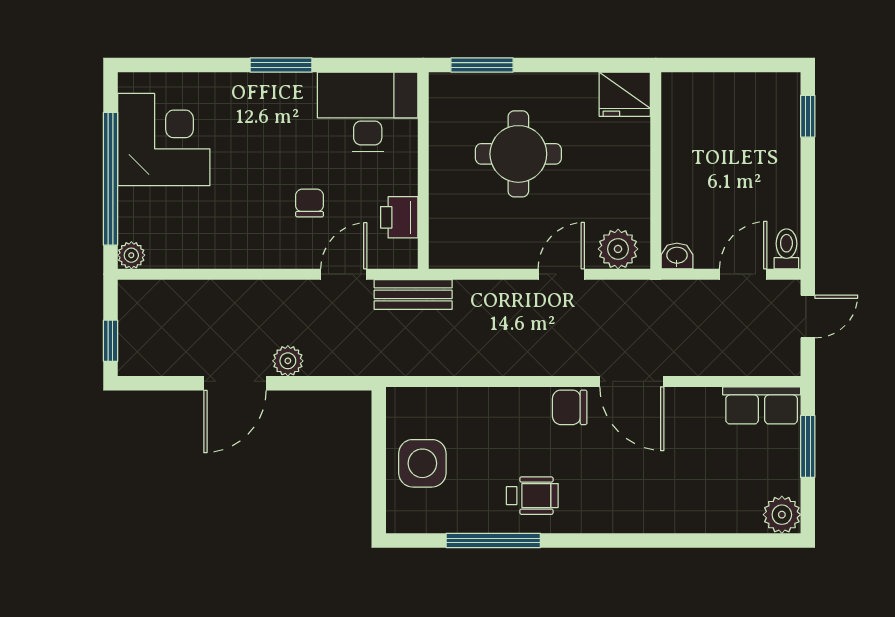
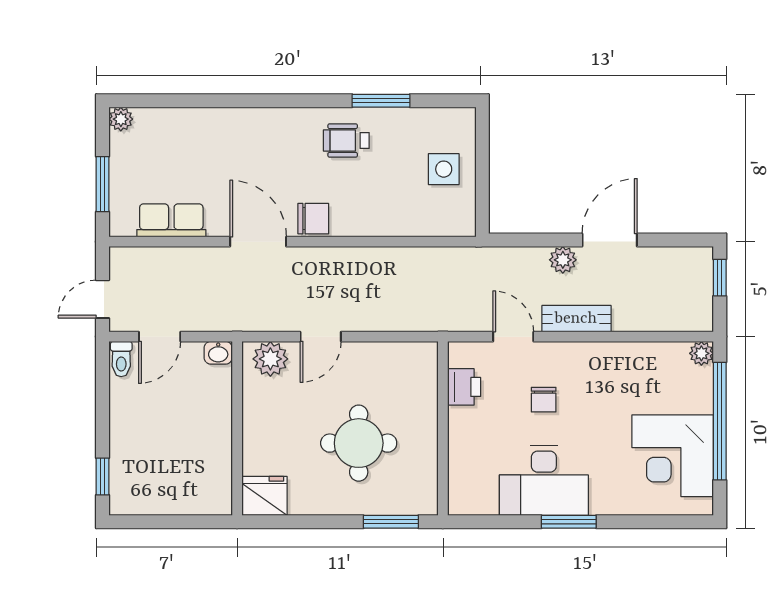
desk: (368, 112) -> (544, 480), moved
door: (344, 274) -> (513, 337), swing flipped
bench: (413, 294) -> (576, 319), moved
row of seats: (762, 405) -> (171, 220), moved
side table: (422, 463) -> (444, 169), width x0.73, depth x0.73
plant: (782, 515) -> (121, 119), width x0.73, depth x0.73
window: (493, 540) -> (381, 101), width x0.69

